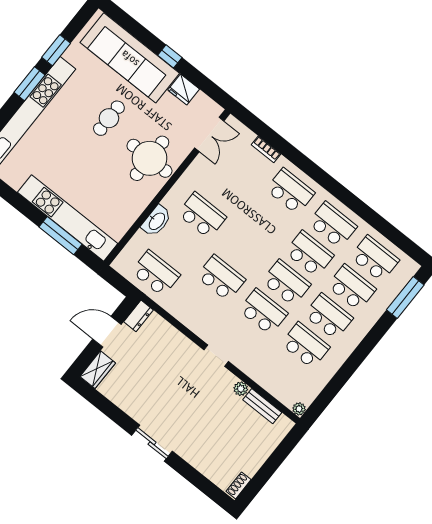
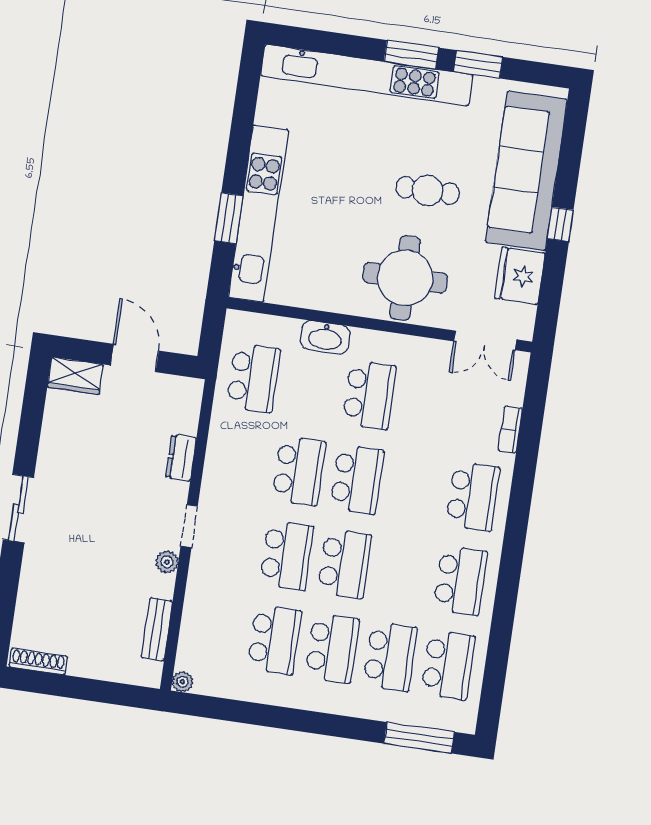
fridge: (184, 90) -> (520, 276), width x1.36, depth x1.34
window: (61, 236) -> (229, 218), width x0.69
school desk: (309, 254) -> (357, 479), moved
dresser: (138, 316) -> (181, 458), moved, turned 90
plant: (241, 389) -> (167, 562), moved
shoe rack: (239, 485) -> (38, 661), width x1.43

